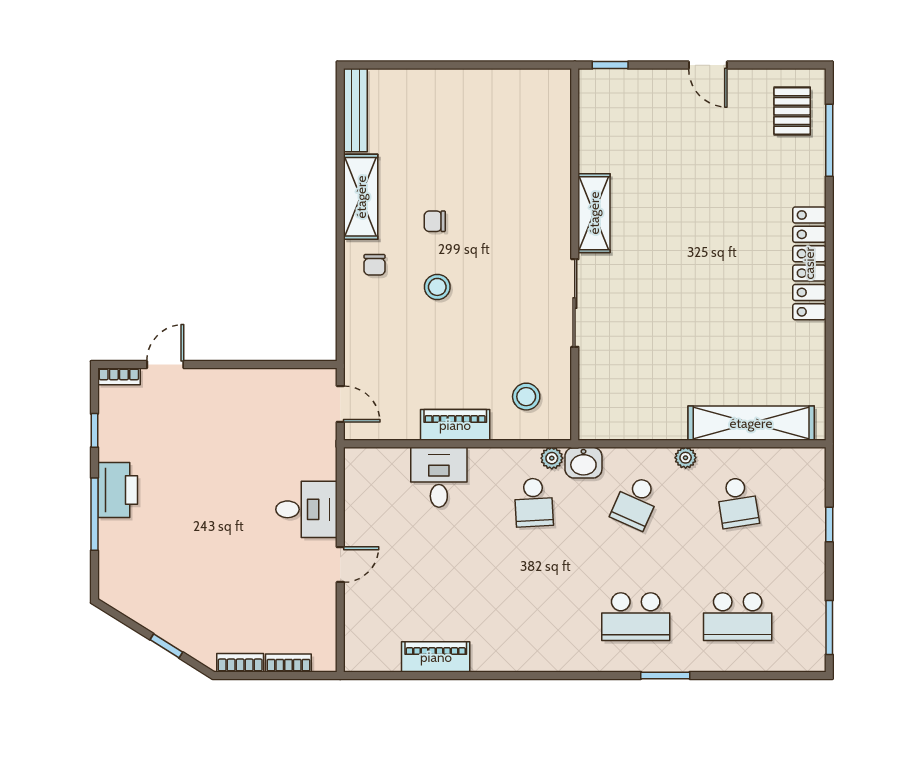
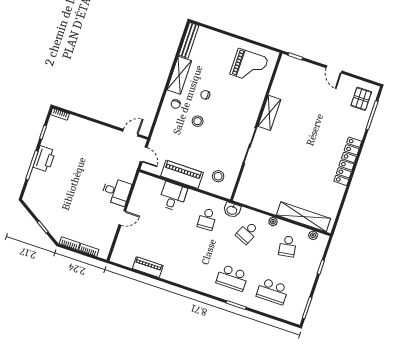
grand piano: (512, 122) -> (249, 66), added
door: (165, 365) -> (130, 133), moved
piano: (455, 425) -> (182, 174), width x1.37, depth x1.33
plant: (552, 458) -> (313, 235), moved

